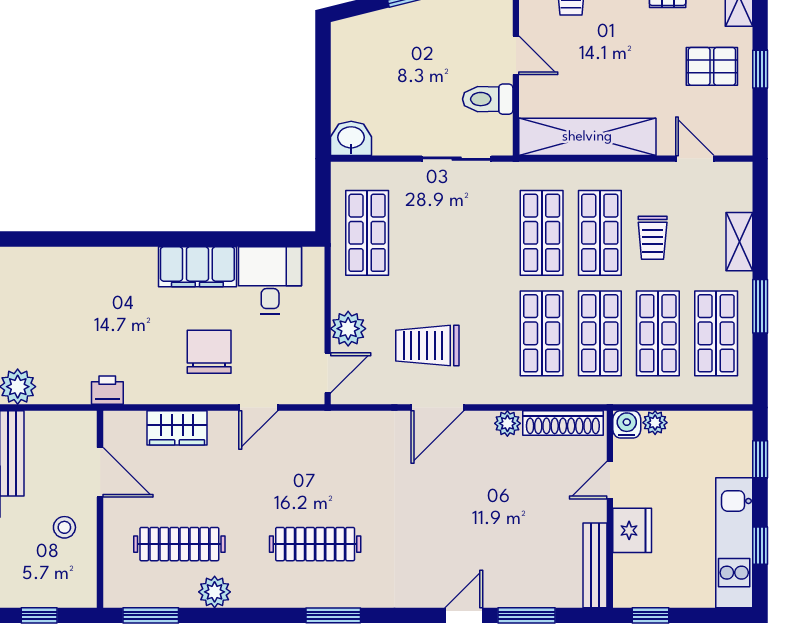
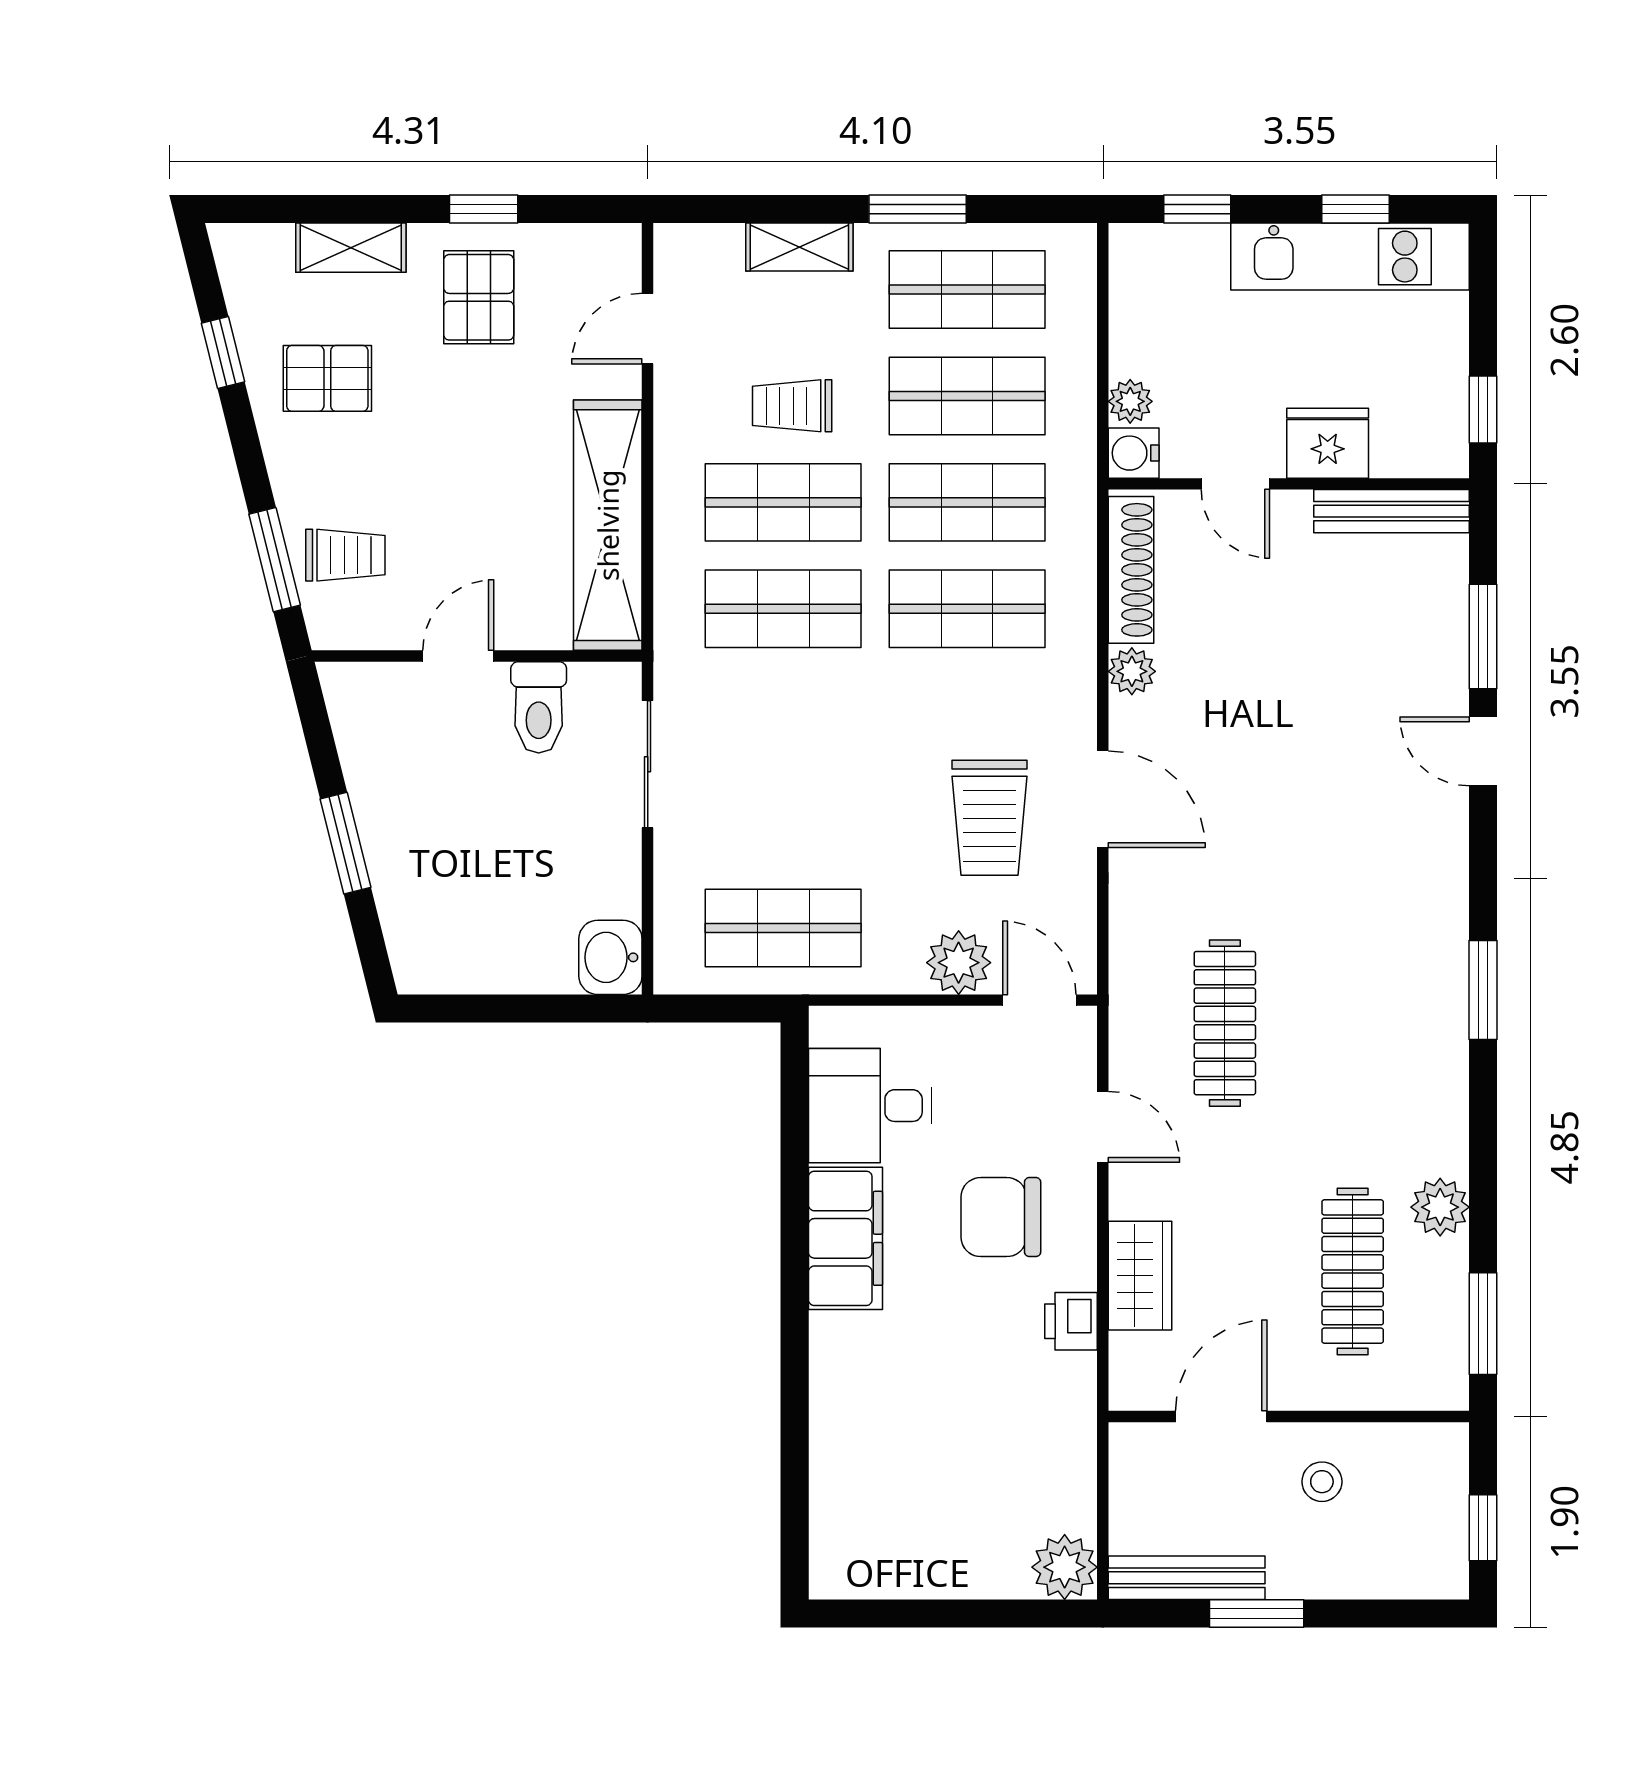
trolley: (653, 238) -> (792, 406), turned 180
printer: (107, 390) -> (1071, 1321), moved
clothes rail: (315, 544) -> (1225, 1023), moved

